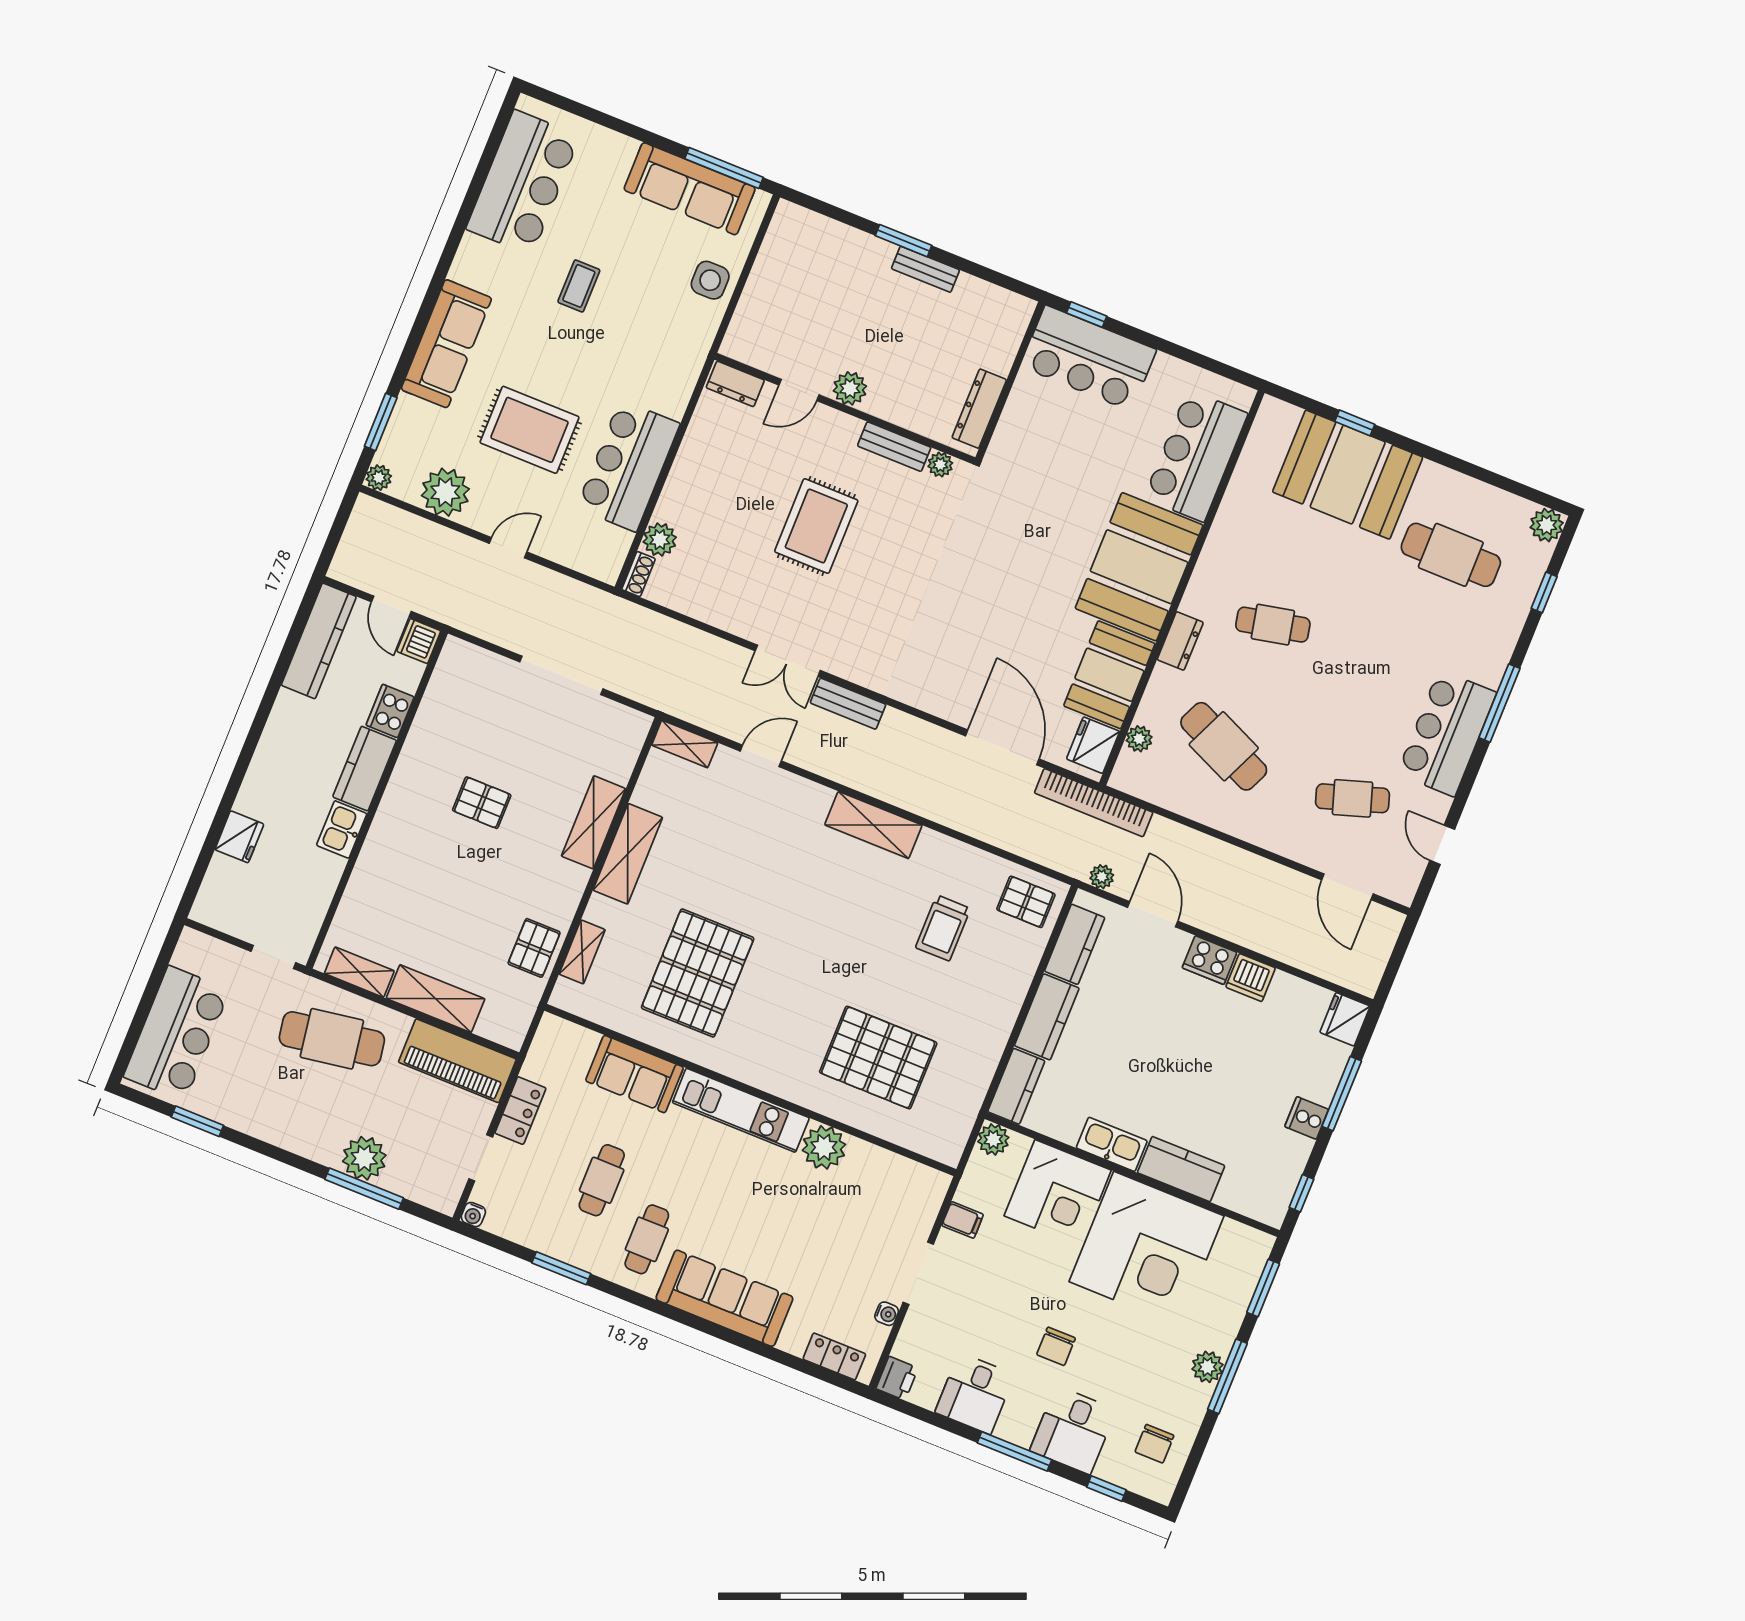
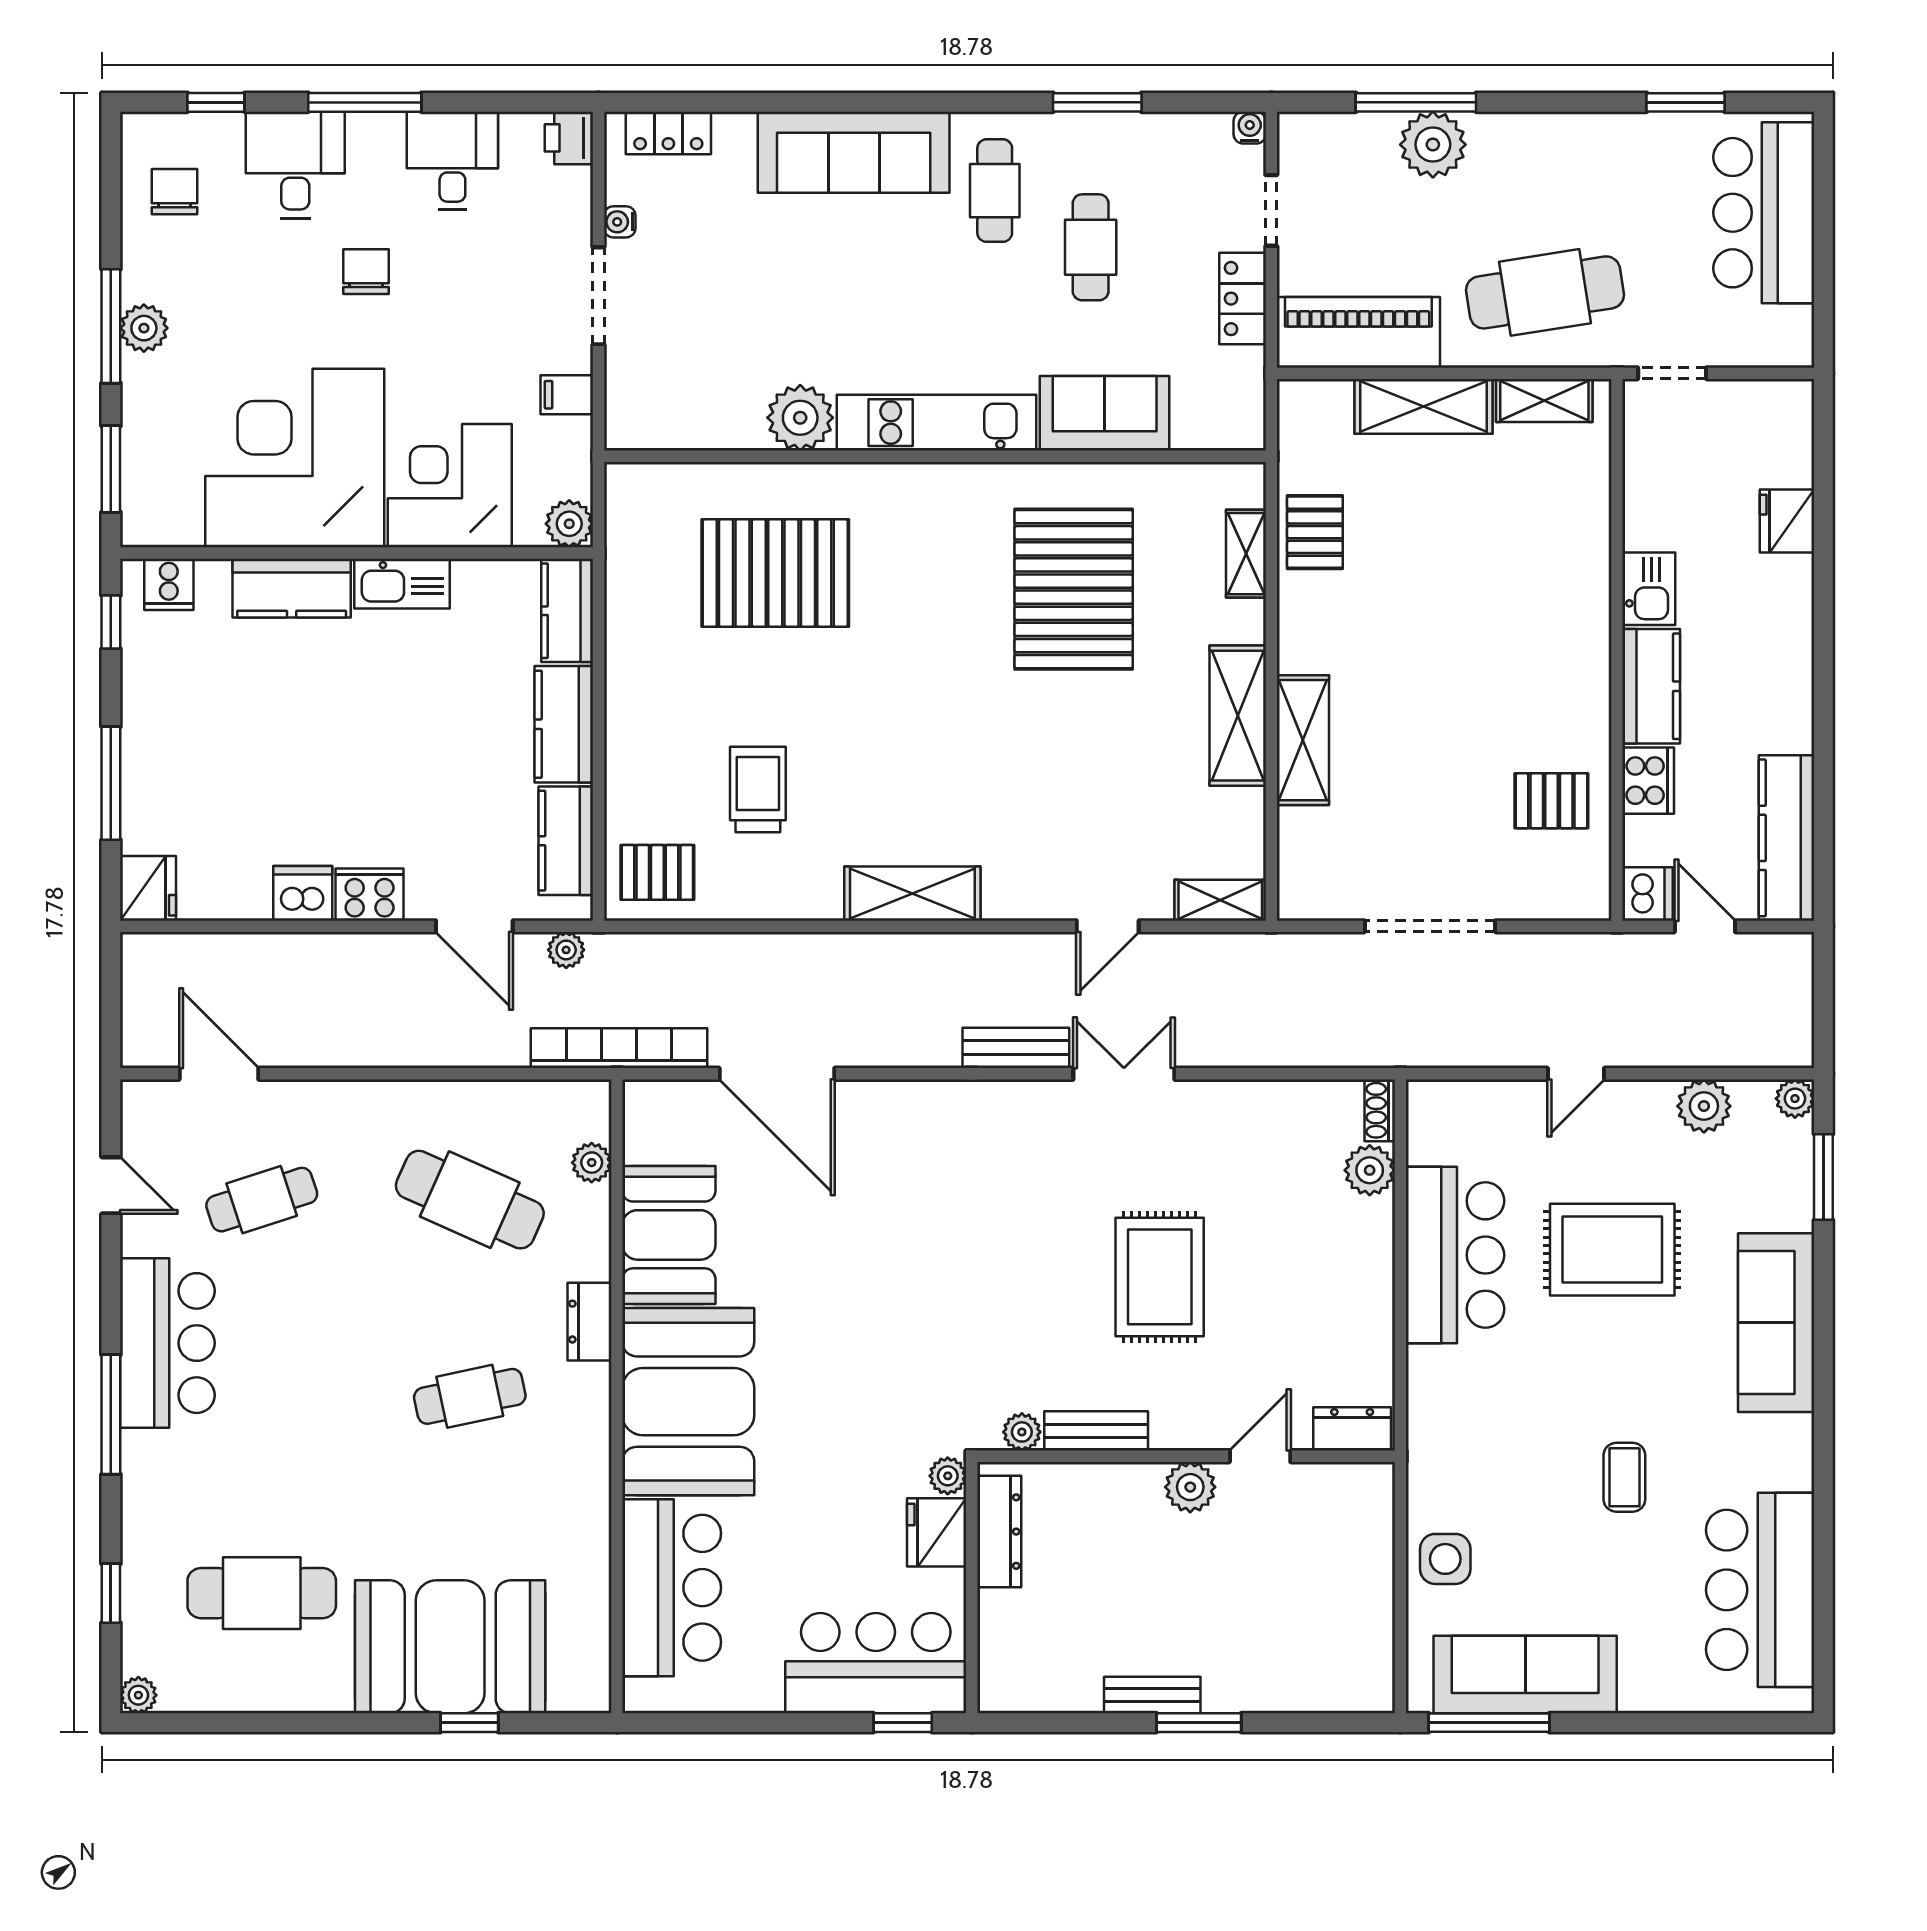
plant: (997, 456) -> (948, 1476), added
plant: (445, 492) -> (1704, 1106), width x0.73, depth x0.73
plant: (1547, 525) -> (138, 1695), width x0.73, depth x0.73
fridge: (1093, 745) -> (937, 1532), moved, turned 180
pallet: (482, 803) -> (1551, 801), moved
cooker: (1307, 1118) -> (169, 584), moved, turned 90

